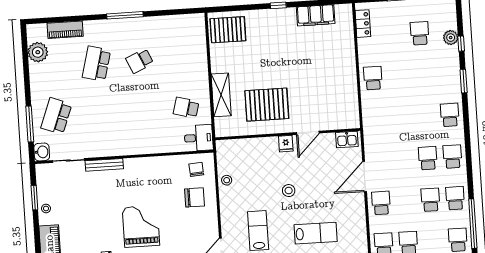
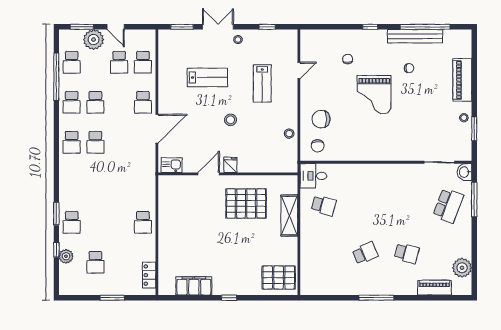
school desk: (96, 64) -> (407, 253), width x0.54
school desk: (450, 115) -> (72, 222), moved
bench: (104, 165) -> (405, 156), removed
lab bench: (316, 233) -> (207, 77), turned 180

